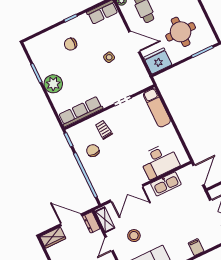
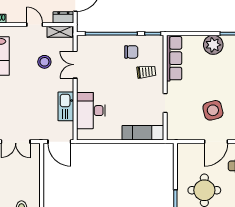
side table: (109, 57) -> (213, 110), width x1.87, depth x1.87
fridge: (158, 61) -> (187, 155), removed
double door: (127, 193) -> (75, 65), width x0.73
stool: (134, 236) -> (44, 62), moved

